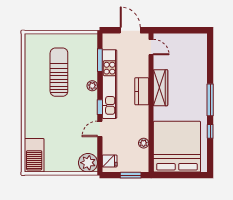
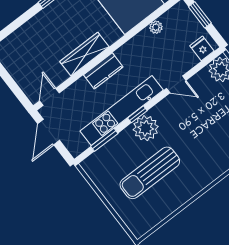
plant: (92, 86) -> (146, 128), width x1.87, depth x1.87
window: (100, 107) -> (137, 114), moved

